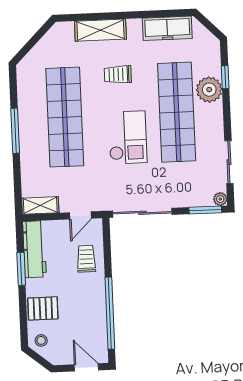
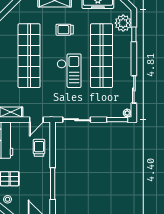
plant: (209, 90) -> (123, 23), moved
sliding door: (142, 213) -> (77, 120), width x0.73
window: (110, 313) -> (53, 184), width x0.68

